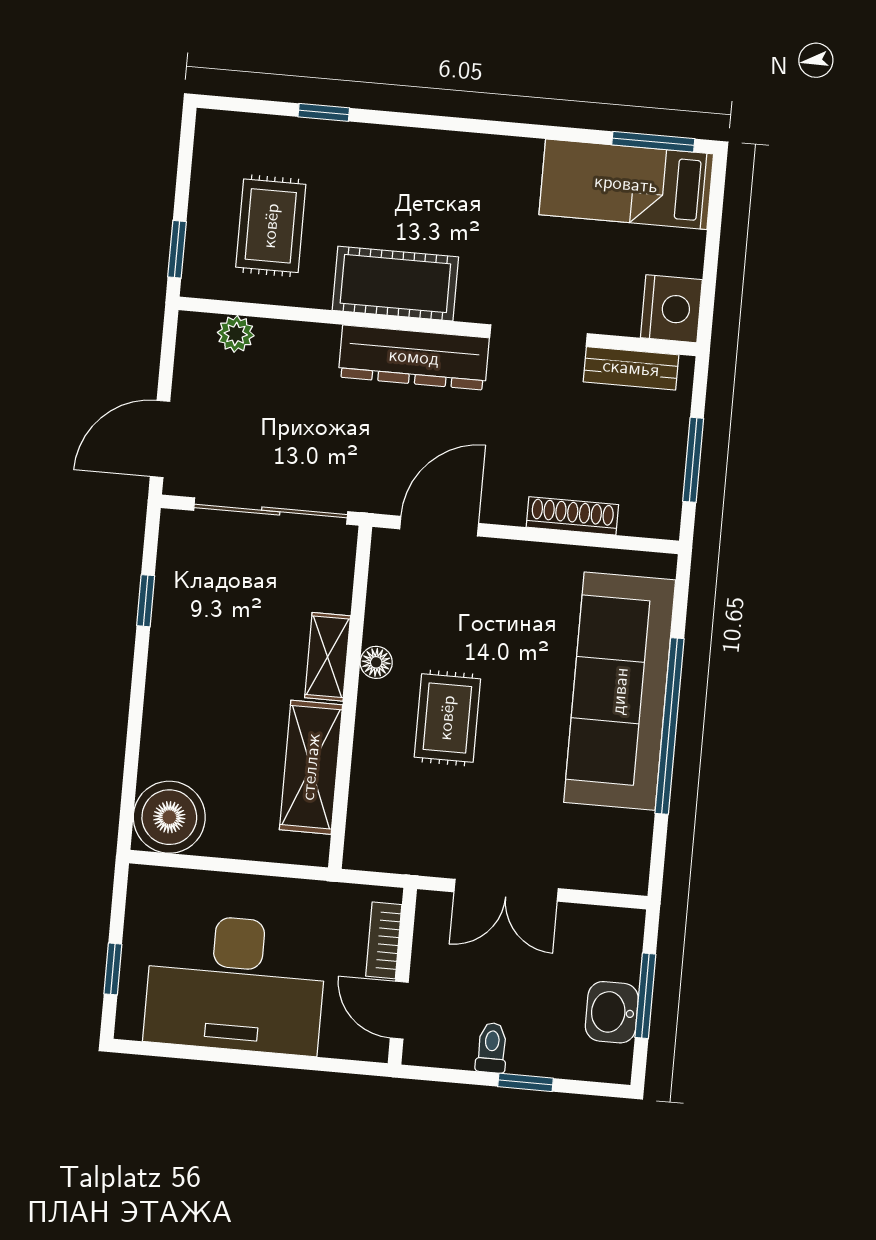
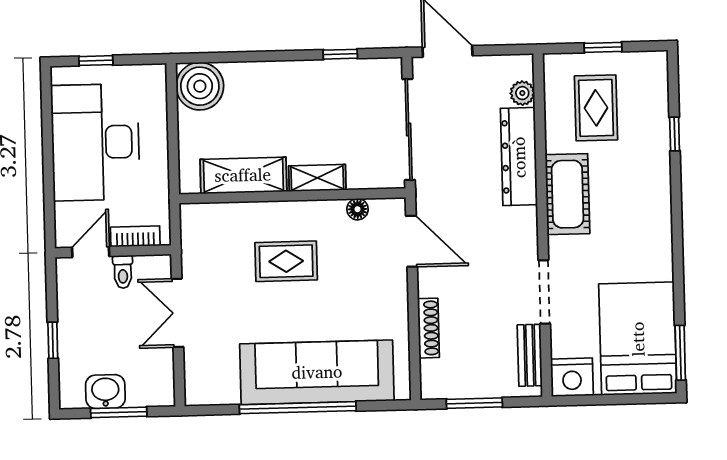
bed: (626, 184) -> (638, 339), width x1.50
rug: (271, 226) -> (596, 108), turned 90
window: (177, 249) -> (603, 47), moved
dresser: (414, 357) -> (519, 157), moved
floor lamp: (376, 662) -> (358, 209), moved
toilet: (492, 1048) -> (123, 272), moved, turned 90

